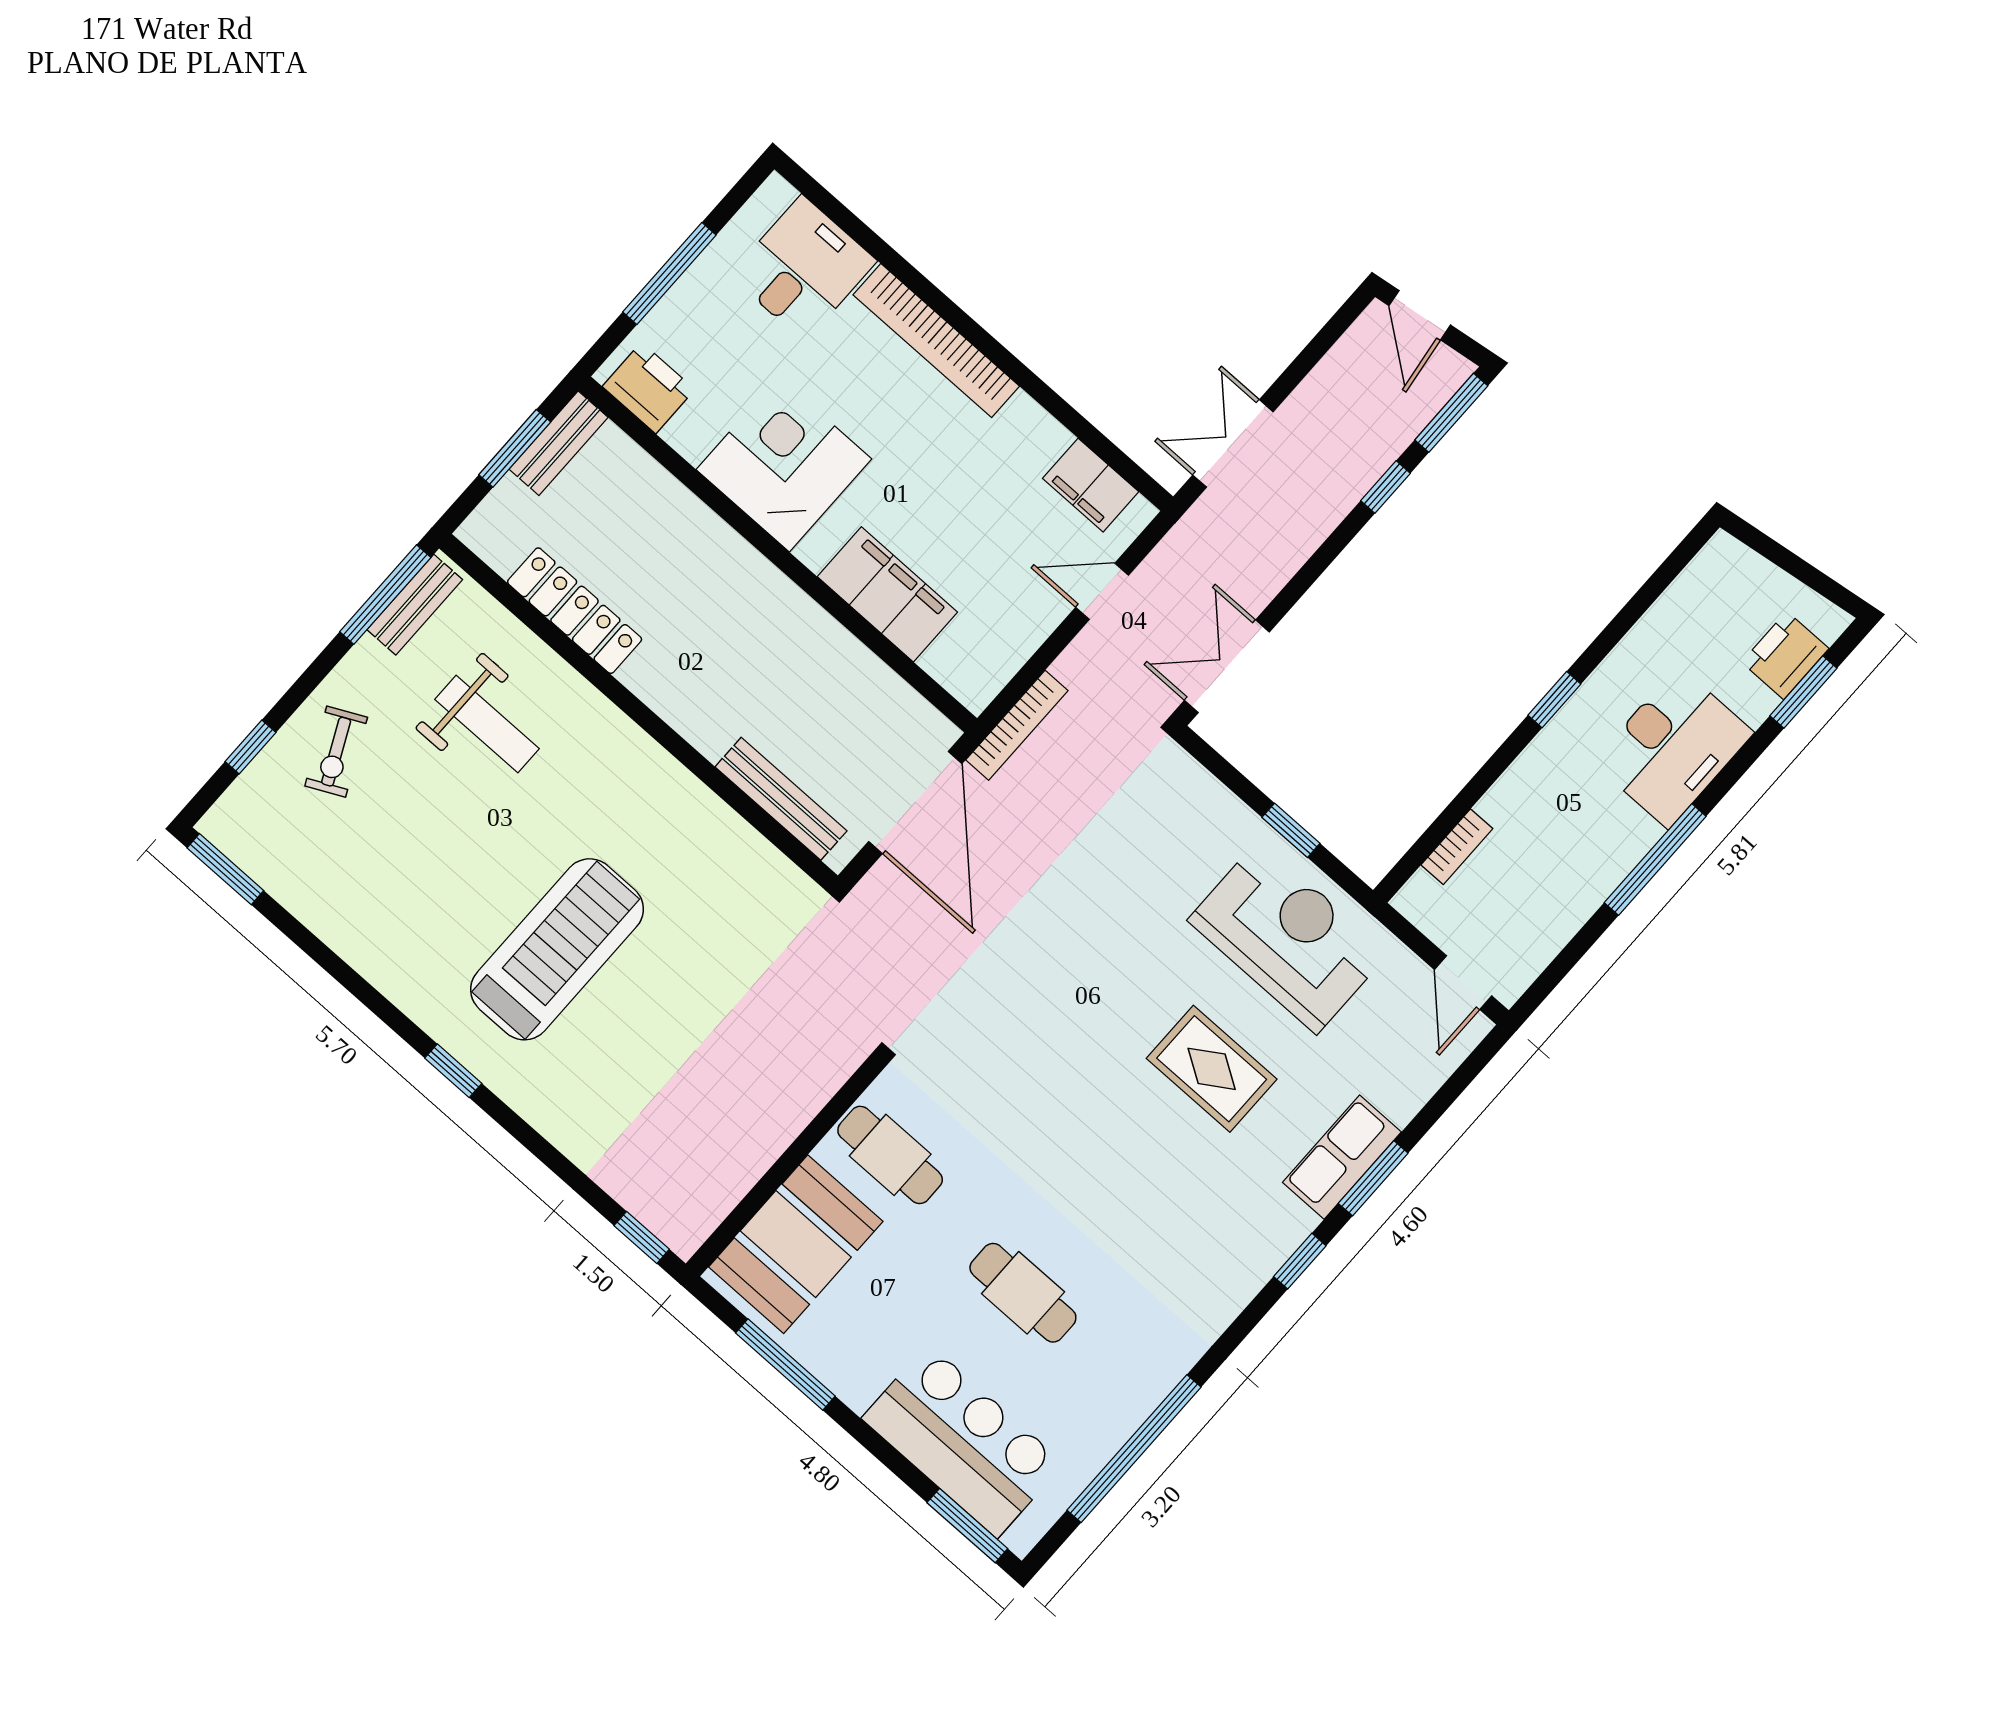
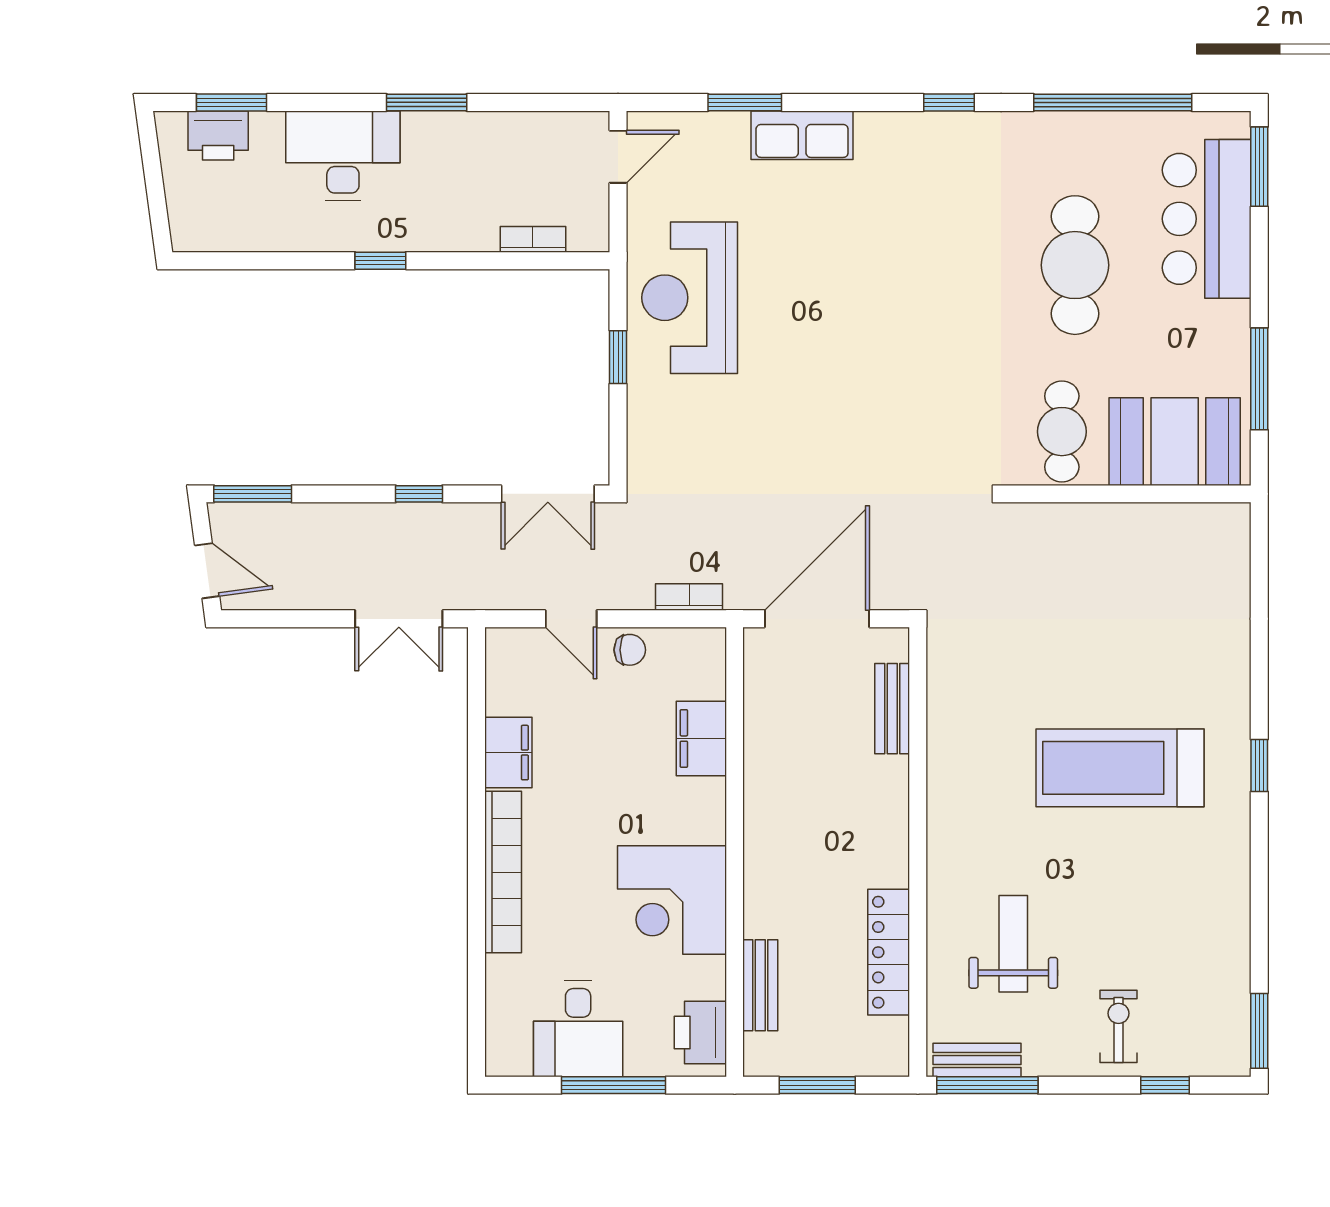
desk: (803, 268) -> (578, 1029), moved, turned -90
door: (1420, 315) -> (207, 571), hinge flipped
bench: (559, 443) -> (760, 985), moved, turned 90
filing cabinet: (1091, 485) -> (508, 753), moved
window: (1386, 487) -> (419, 494), moved
filing cabinet: (887, 594) -> (701, 739), width x0.67, depth x0.86
chair: (1031, 618) -> (630, 650), added
bookcase: (1017, 725) -> (689, 597), width x0.64
exercise bike: (336, 752) -> (1118, 1026), turned -64
bench: (781, 799) -> (892, 709), width x0.73
window: (1655, 859) -> (427, 102), width x0.69
rug: (1212, 1069) -> (820, 271), removed
window: (1373, 1178) -> (745, 102), moved
window: (642, 1237) -> (1259, 546), removed
window: (1300, 1261) -> (949, 102), moved
cafe table: (1023, 1293) -> (1075, 265), width x1.37, depth x1.35

